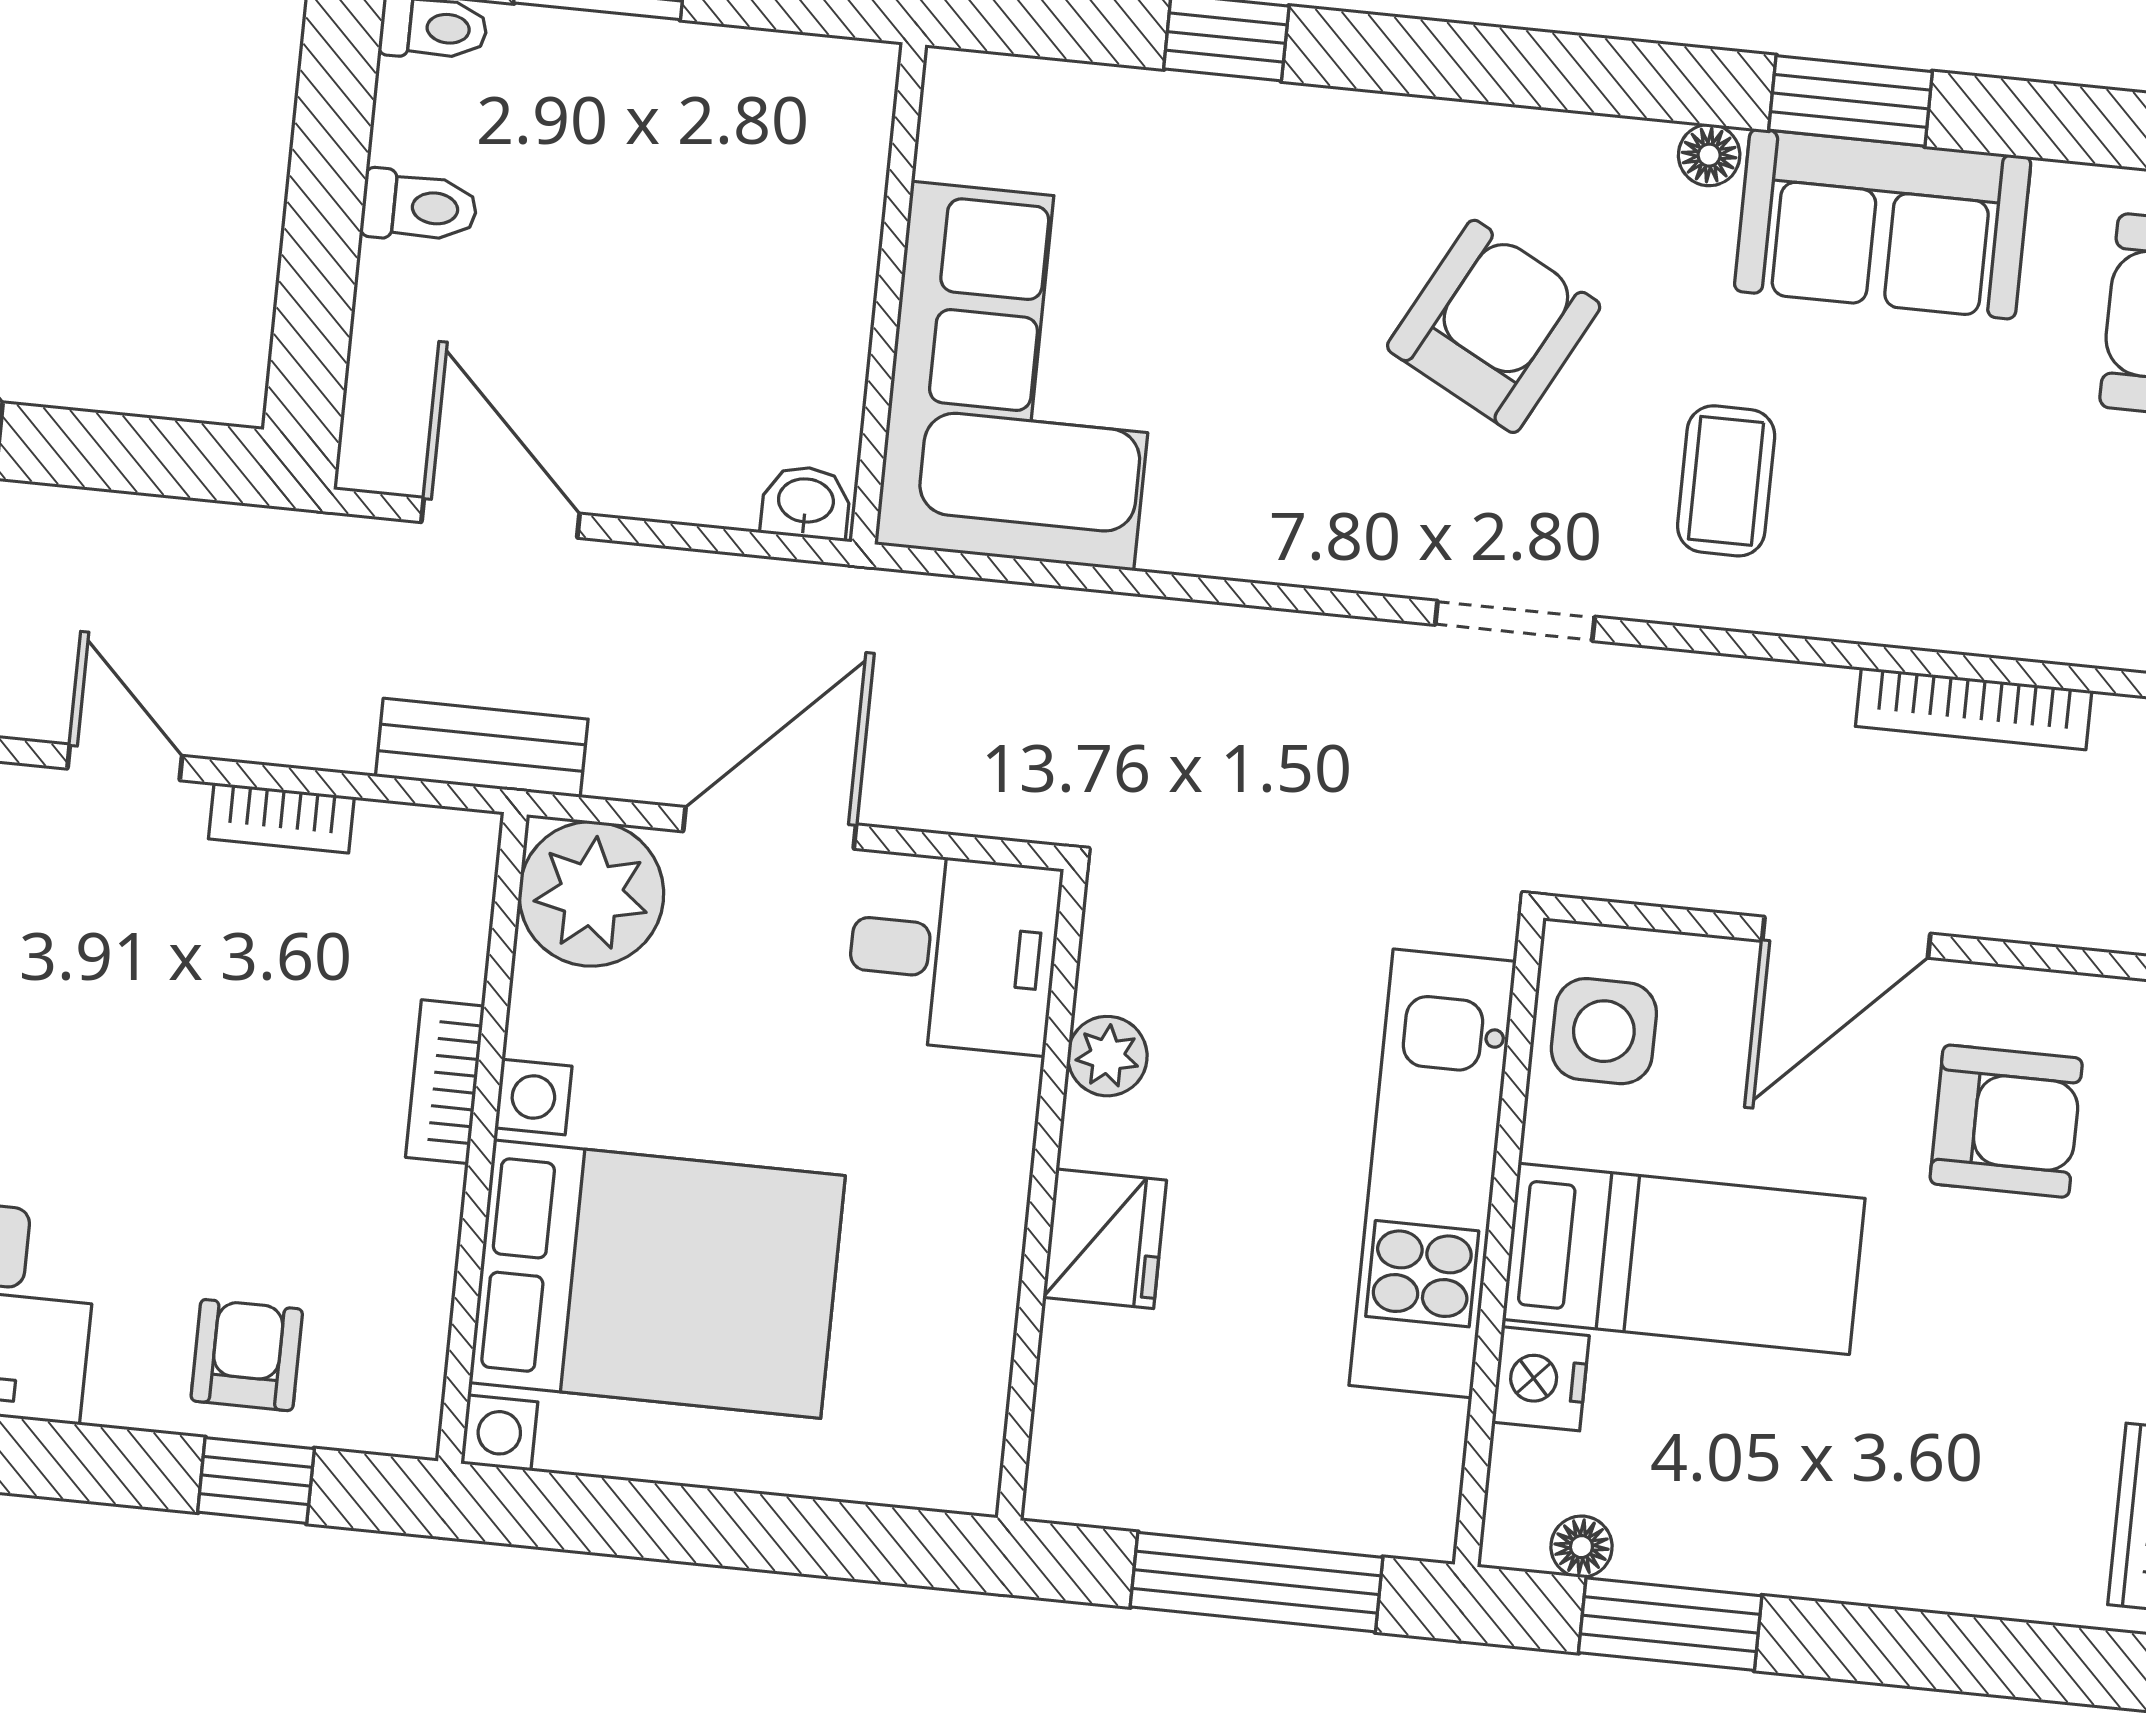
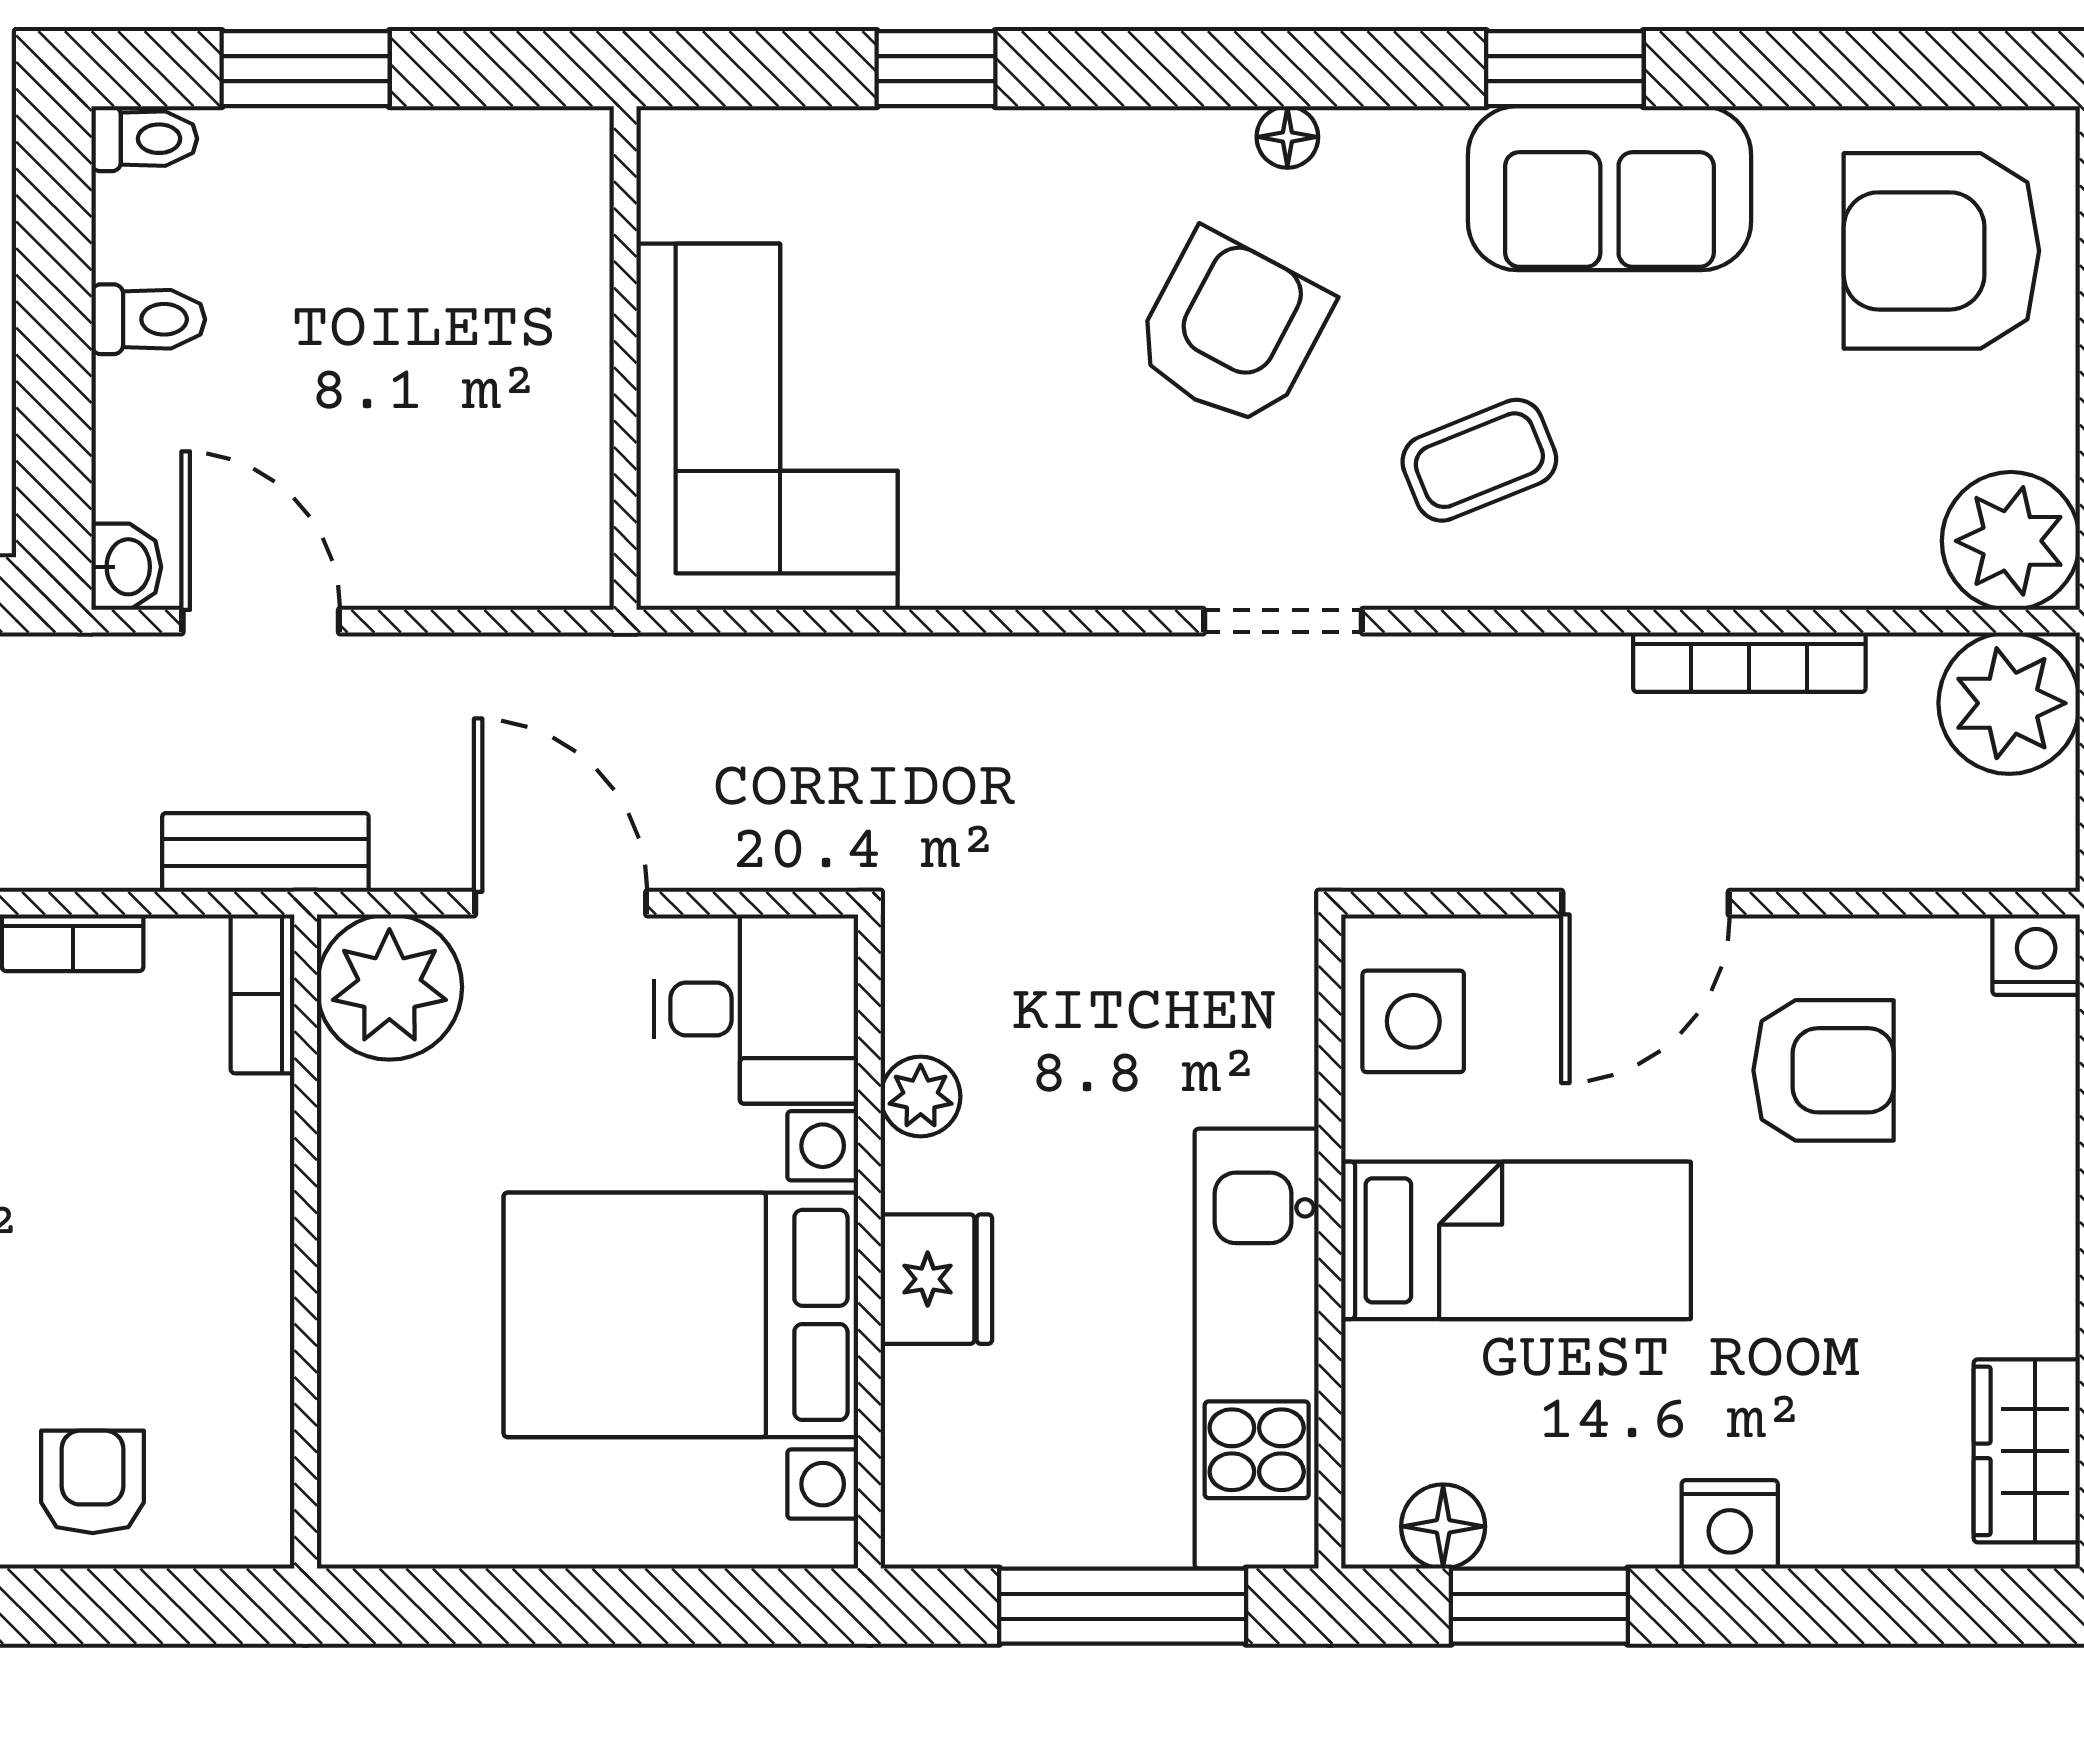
floor lamp: (1709, 155) -> (1287, 137), moved
coffee table: (1726, 481) -> (1479, 460), turned 68
washbasin: (806, 503) -> (126, 567), moved, turned 90
door: (770, 828) -> (561, 903), hinge flipped
bookcase: (445, 1082) -> (263, 994), moved
kitchen unit: (1432, 1173) -> (1257, 1349), moved
bed with nightstands: (657, 1279) -> (681, 1315), moved, turned 180
nightstand: (1541, 1379) -> (1730, 1524), moved, turned -90
window: (256, 1480) -> (114, 1606), removed
floor lamp: (1581, 1547) -> (1443, 1526), width x1.37, depth x1.37

